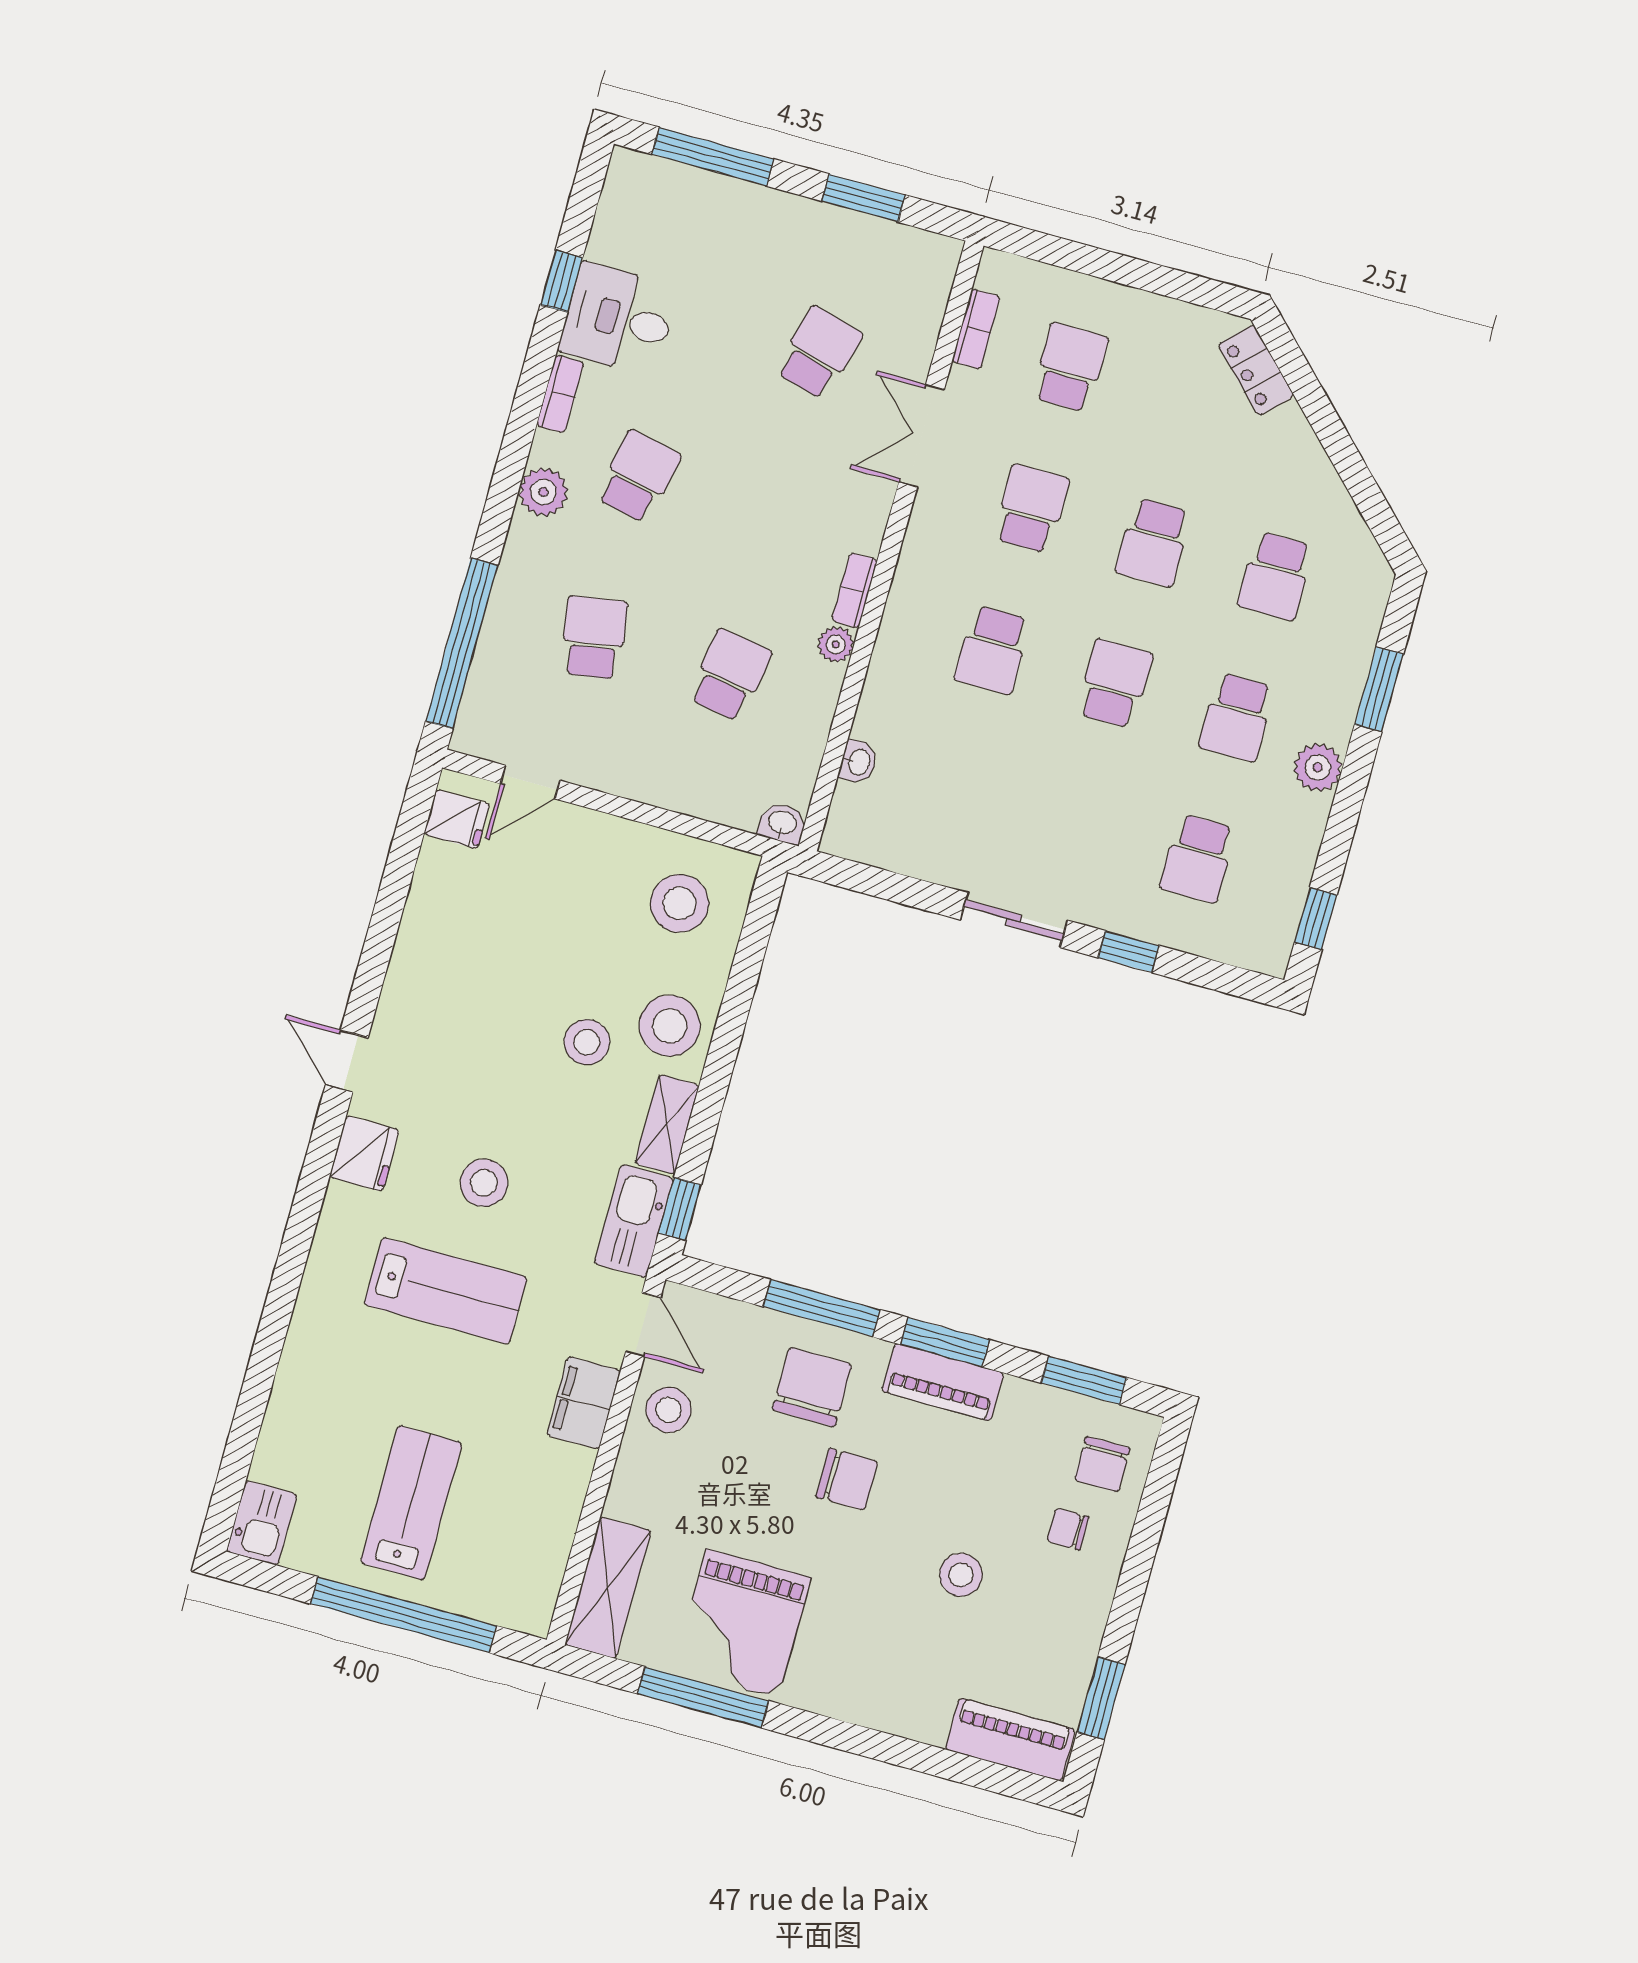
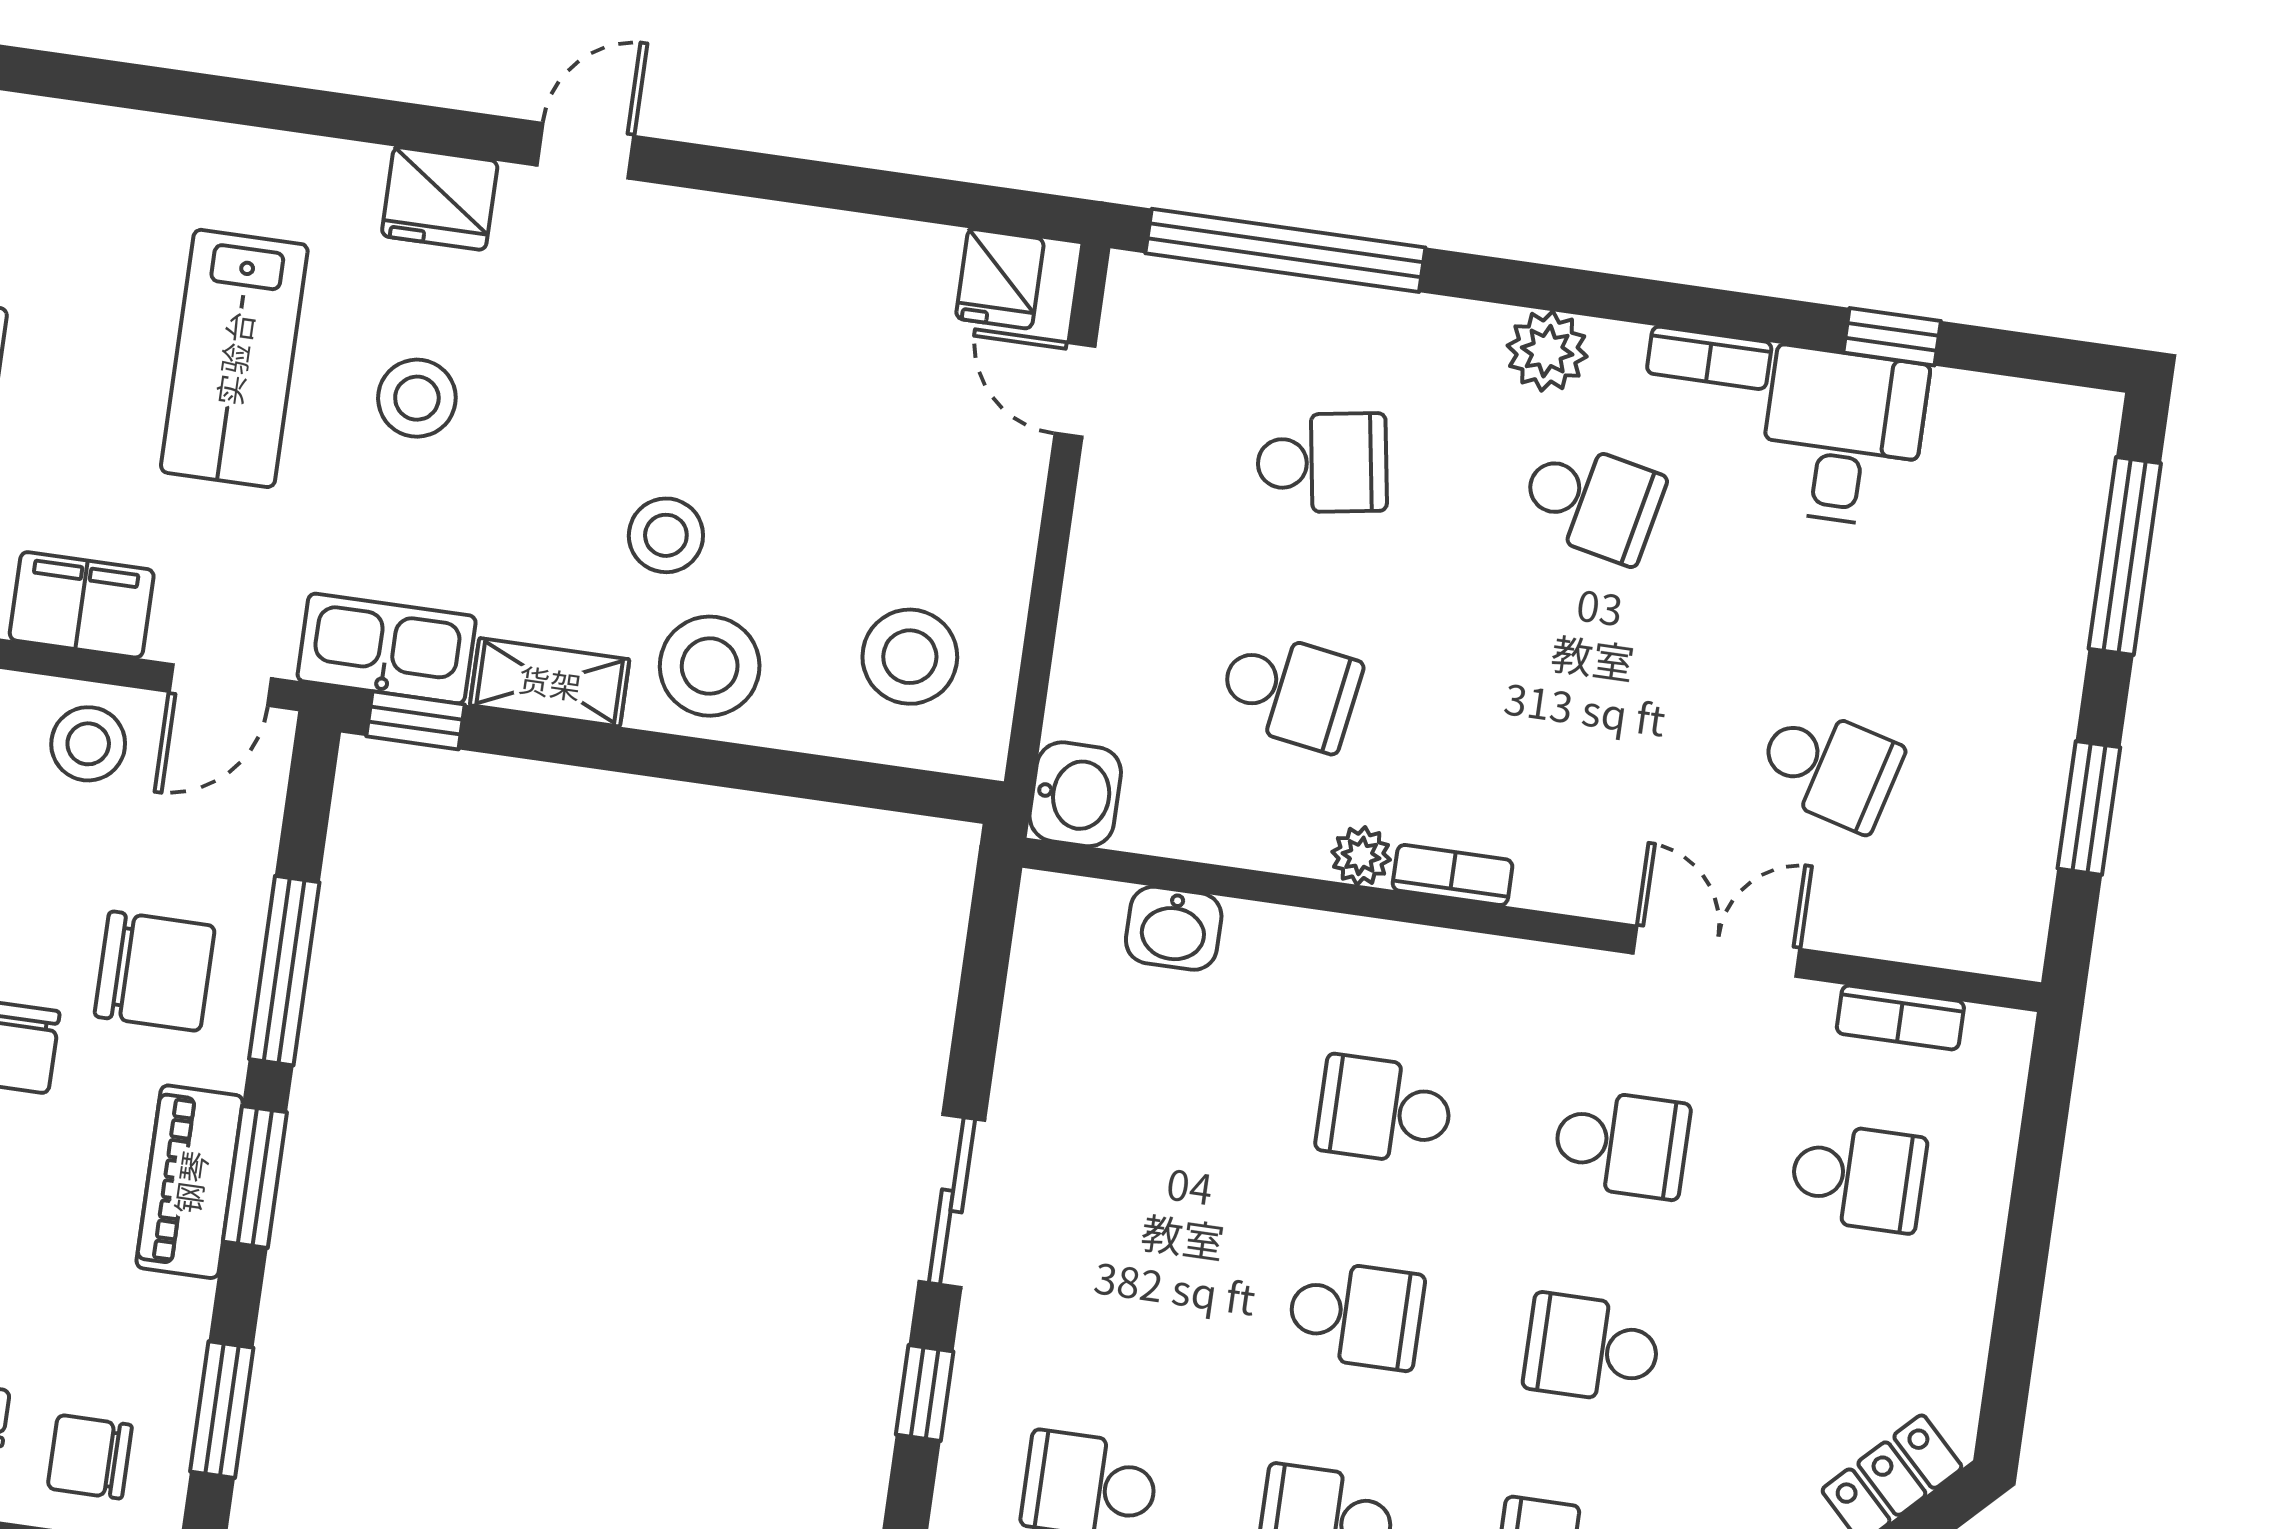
washbasin: (858, 762) -> (1174, 928), width x1.38, depth x1.45
washbasin: (782, 823) -> (1075, 794), width x1.38, depth x1.45

